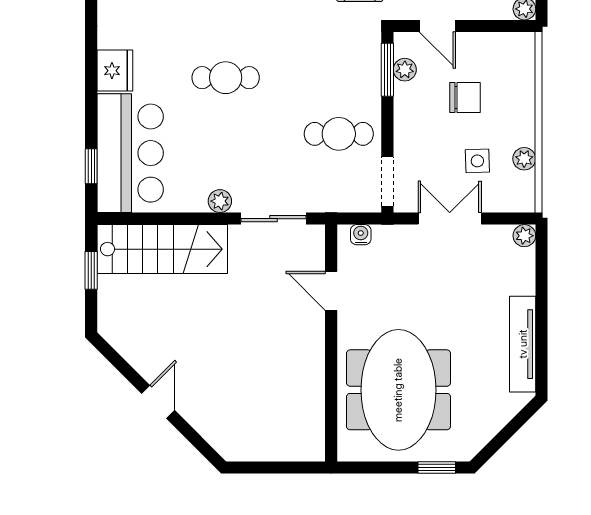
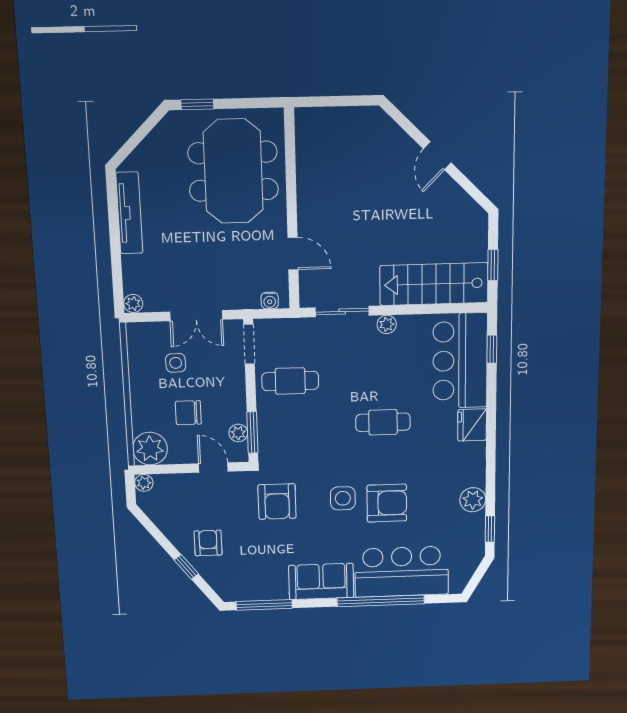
plant: (524, 159) -> (150, 449), moved, width x1.87, depth x1.87

